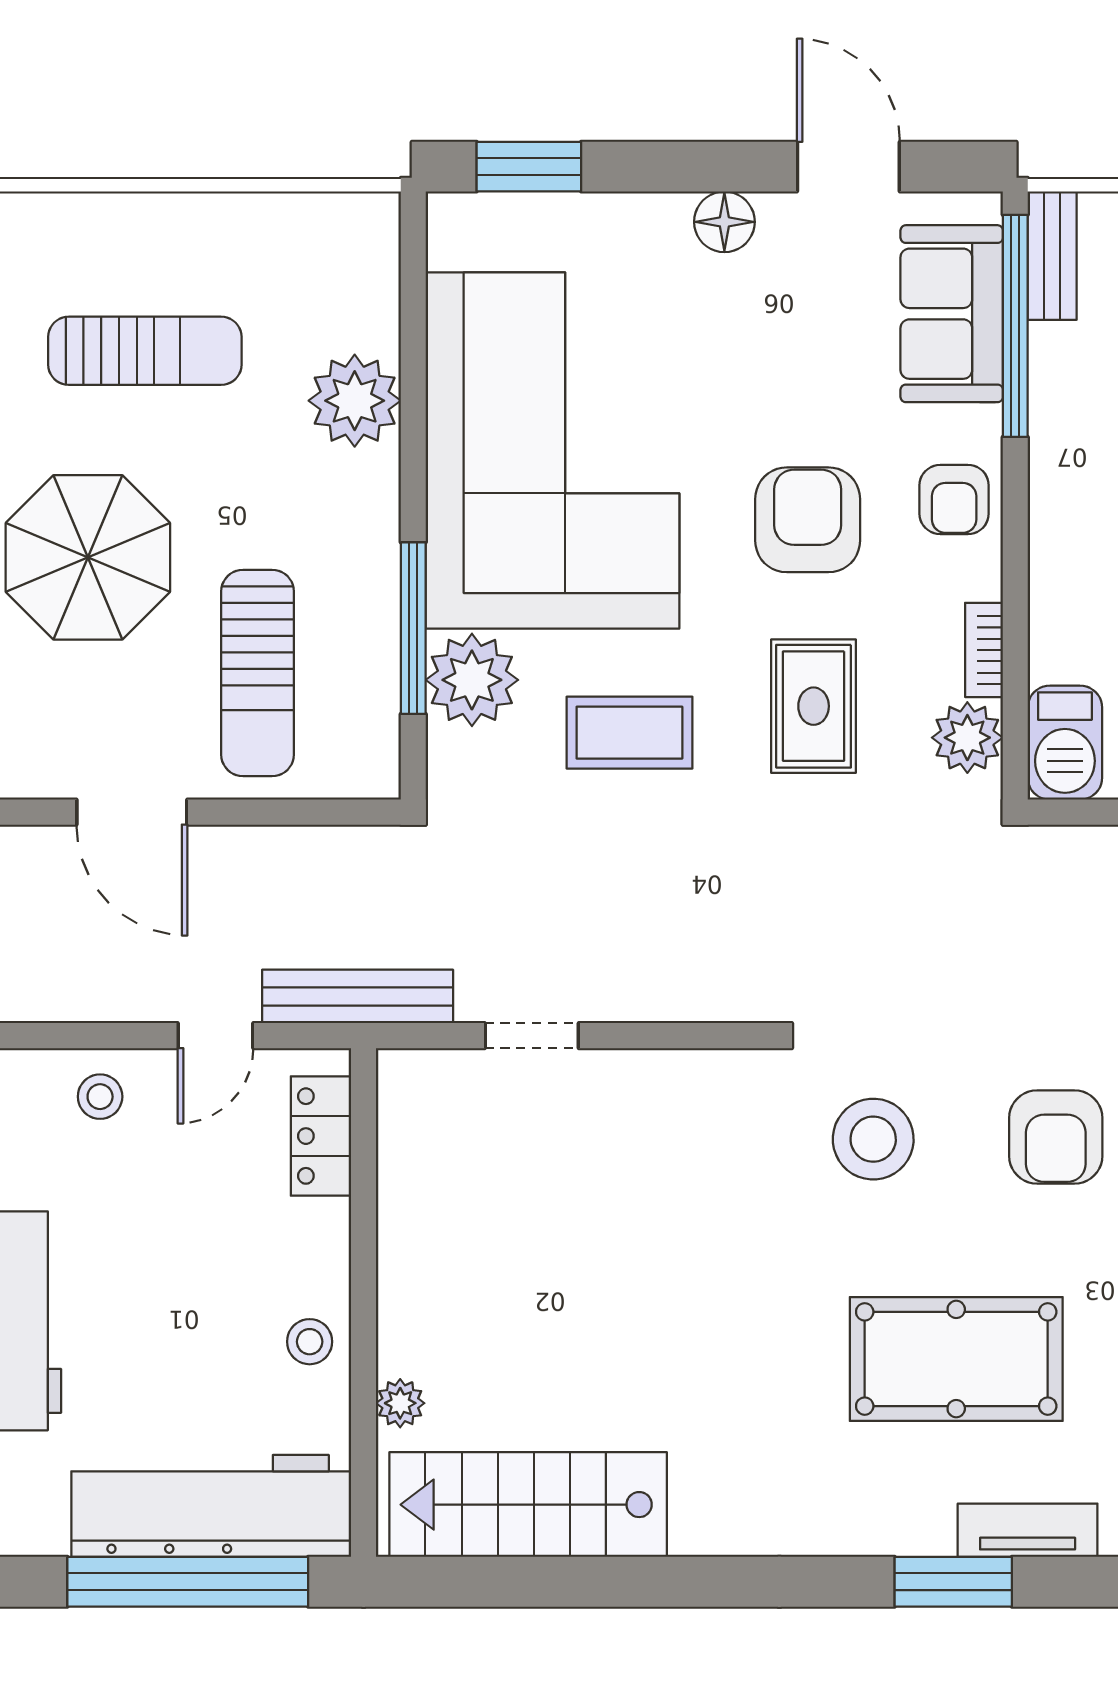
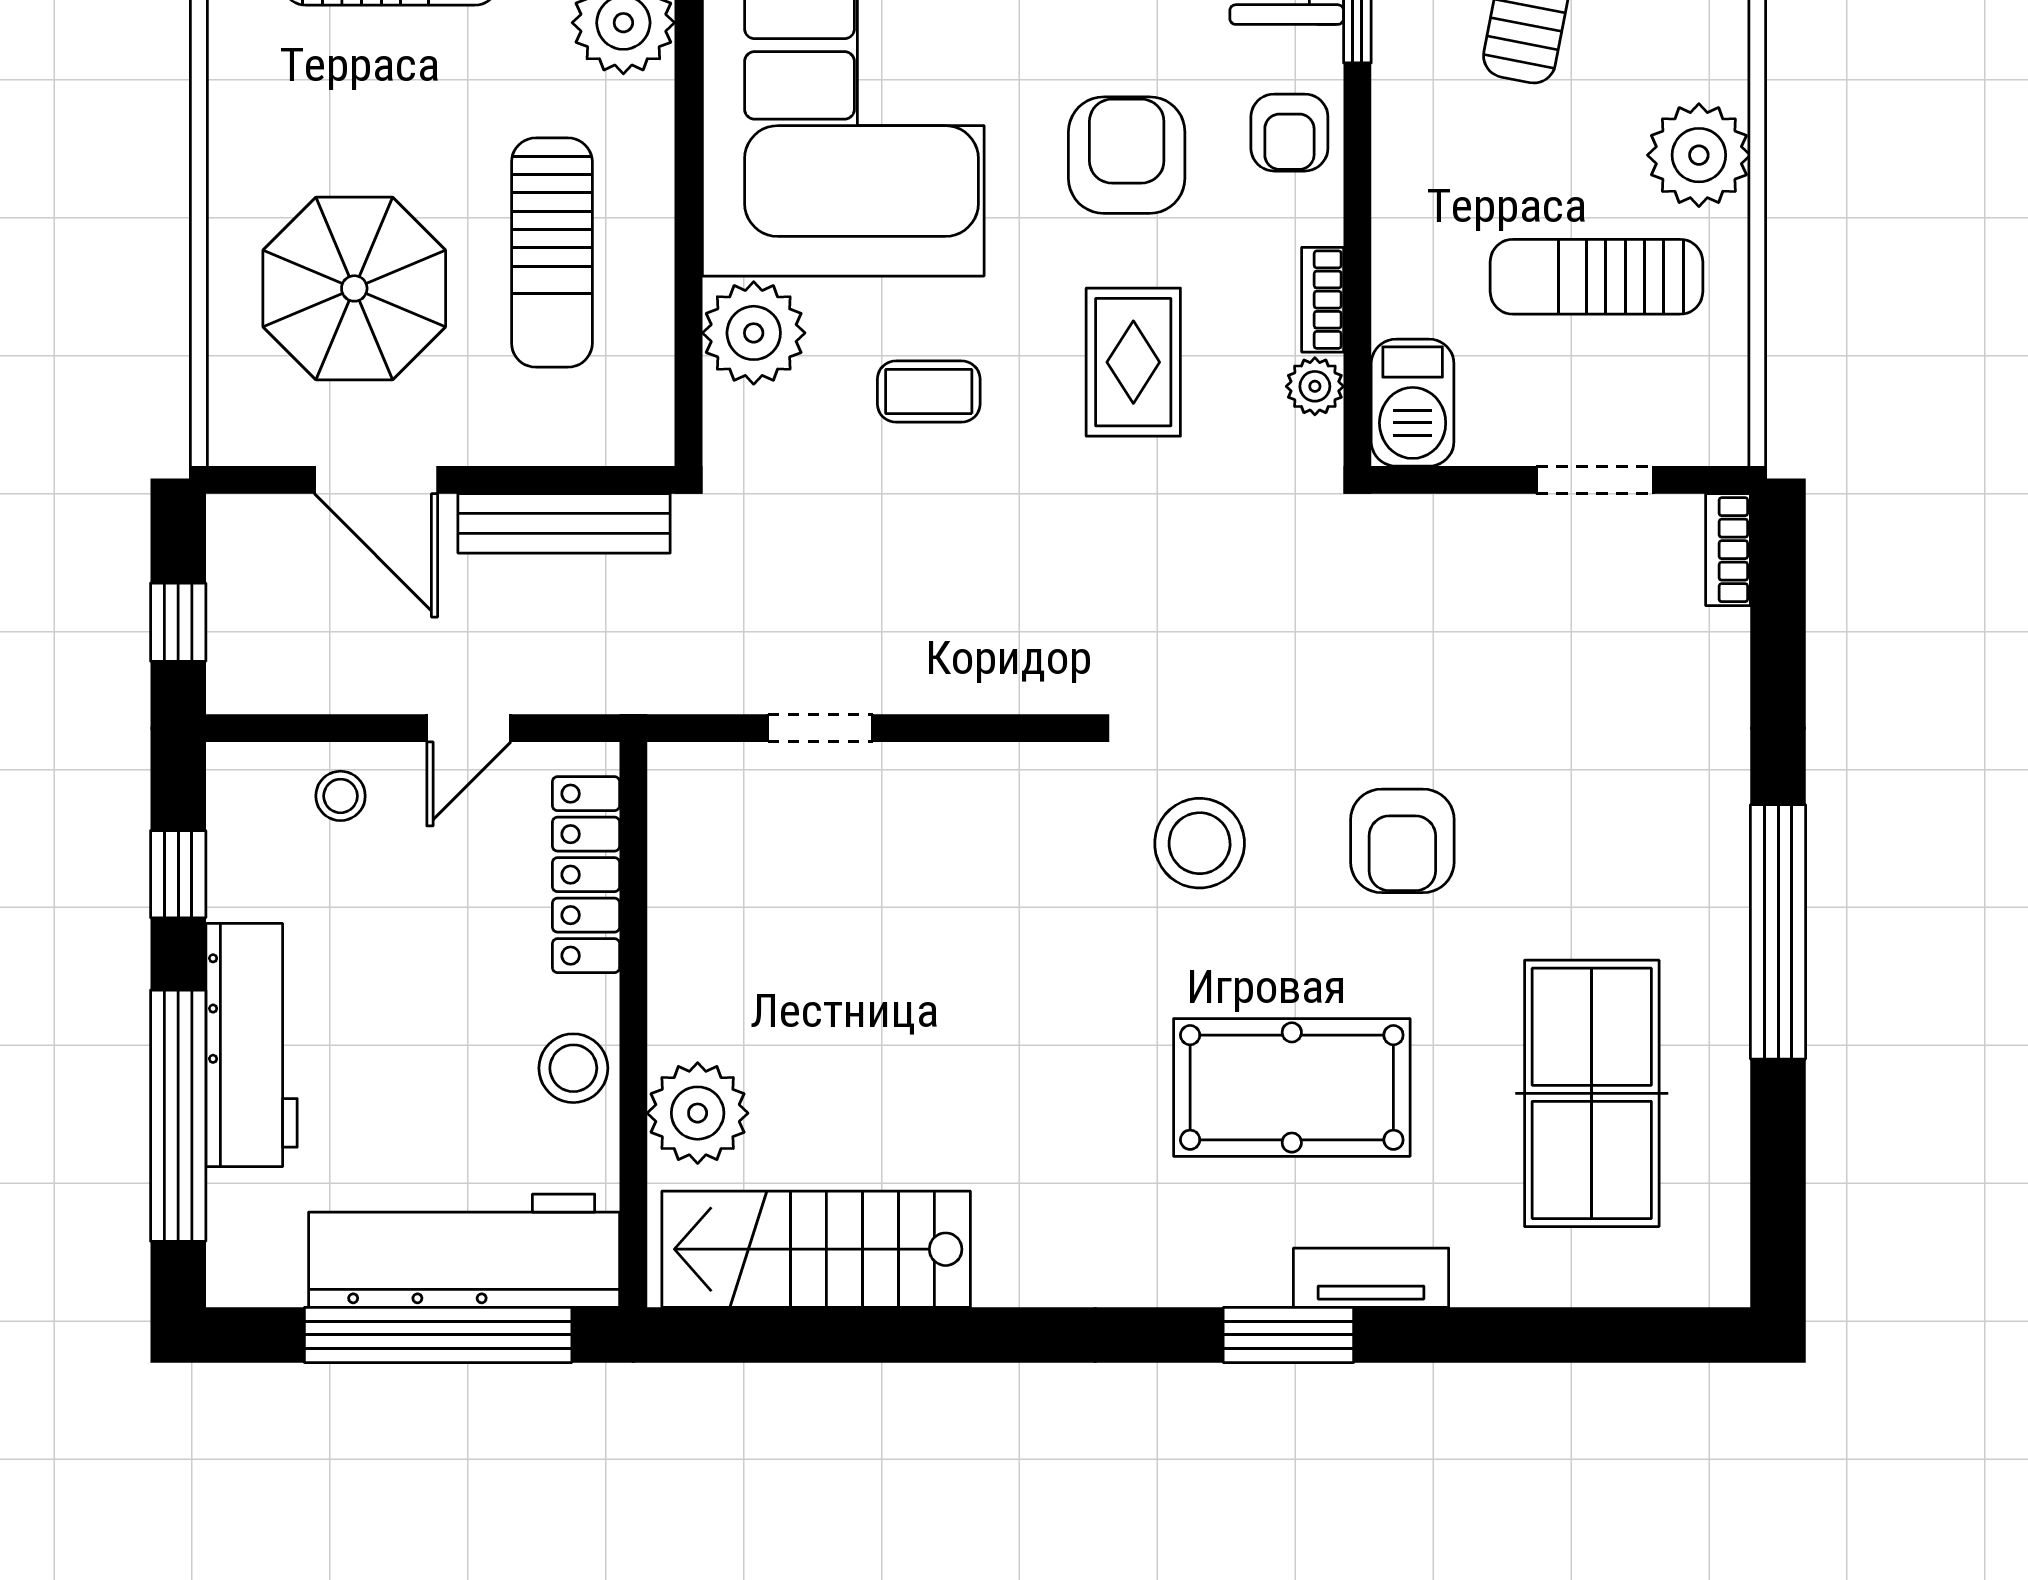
parasol: (88, 557) -> (354, 288), moved
window: (413, 628) -> (688, 275), removed
sun lounger: (258, 673) -> (552, 253), moved
coffee table: (629, 733) -> (929, 392), width x0.73, depth x0.77
plant: (967, 738) -> (1315, 386), width x0.73, depth x0.73
bench: (358, 996) -> (564, 523), moved
locker: (321, 1136) -> (586, 875), width x1.53
stool: (310, 1342) -> (573, 1068), width x1.37, depth x1.37
plant: (400, 1403) -> (698, 1113), width x1.87, depth x1.87

